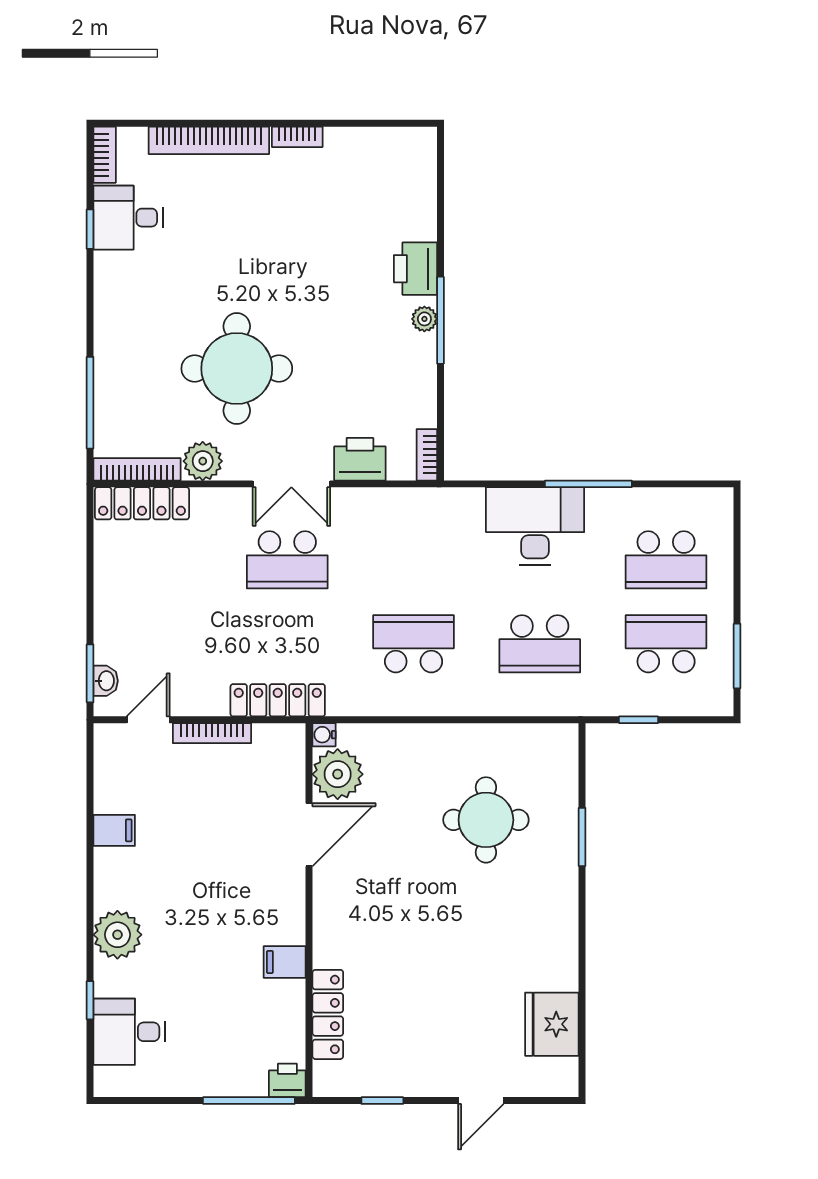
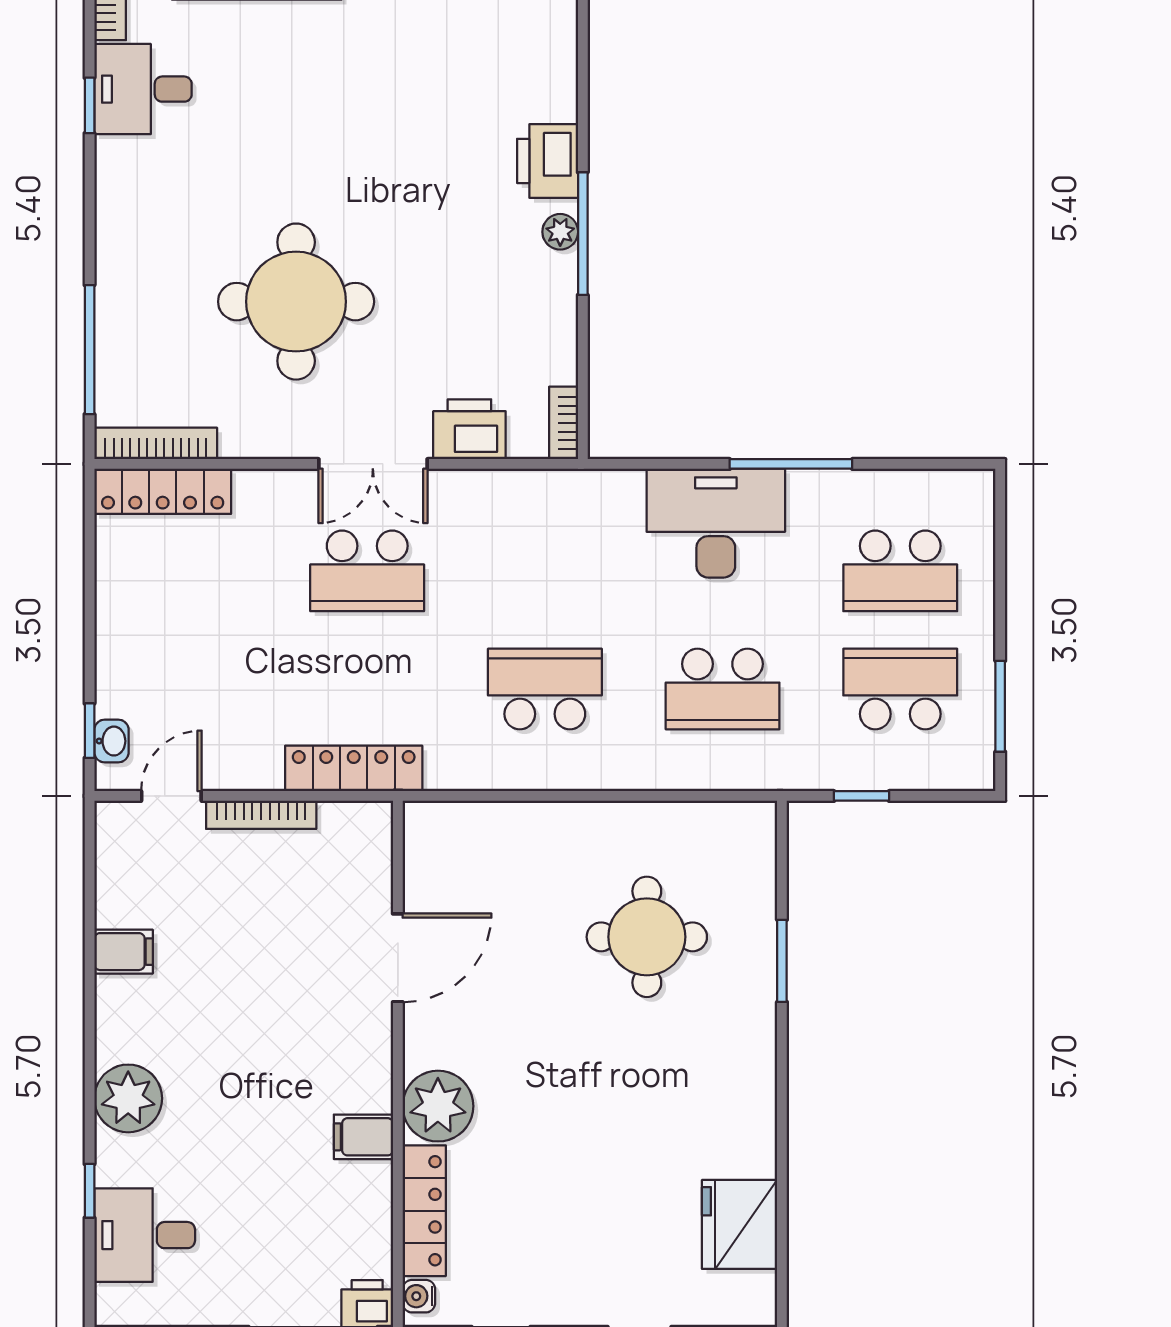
plant: (203, 461) -> (248, 432), removed
window: (90, 673) -> (90, 731), width x0.67
water cooler: (324, 735) -> (419, 1296), moved
plant: (338, 774) -> (438, 1106), moved

